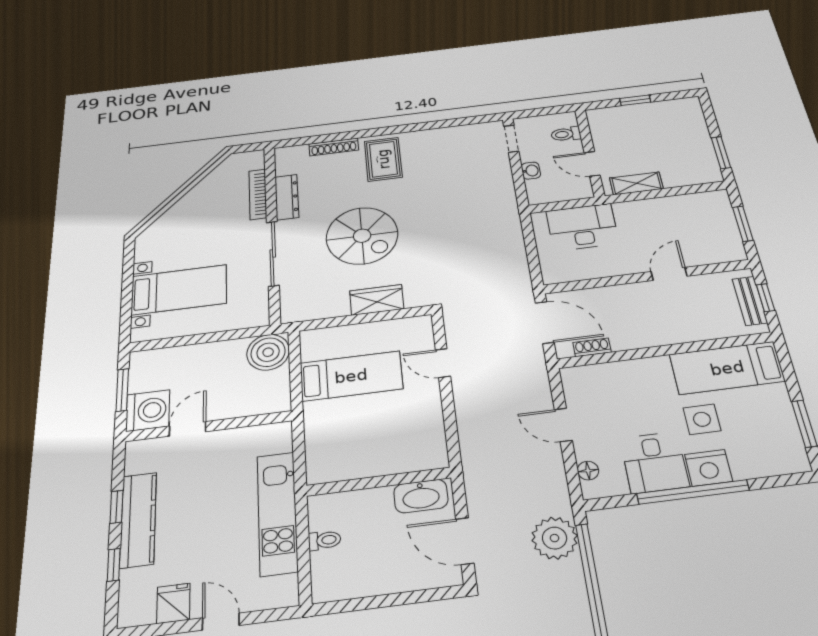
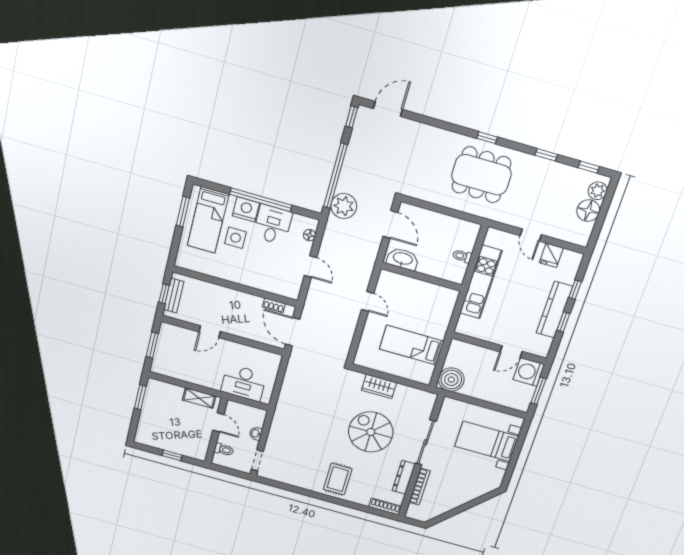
shoe rack: (334, 147) -> (385, 506), moved
door: (443, 363) -> (368, 301), moved
bed: (727, 368) -> (208, 220), moved, turned 90

